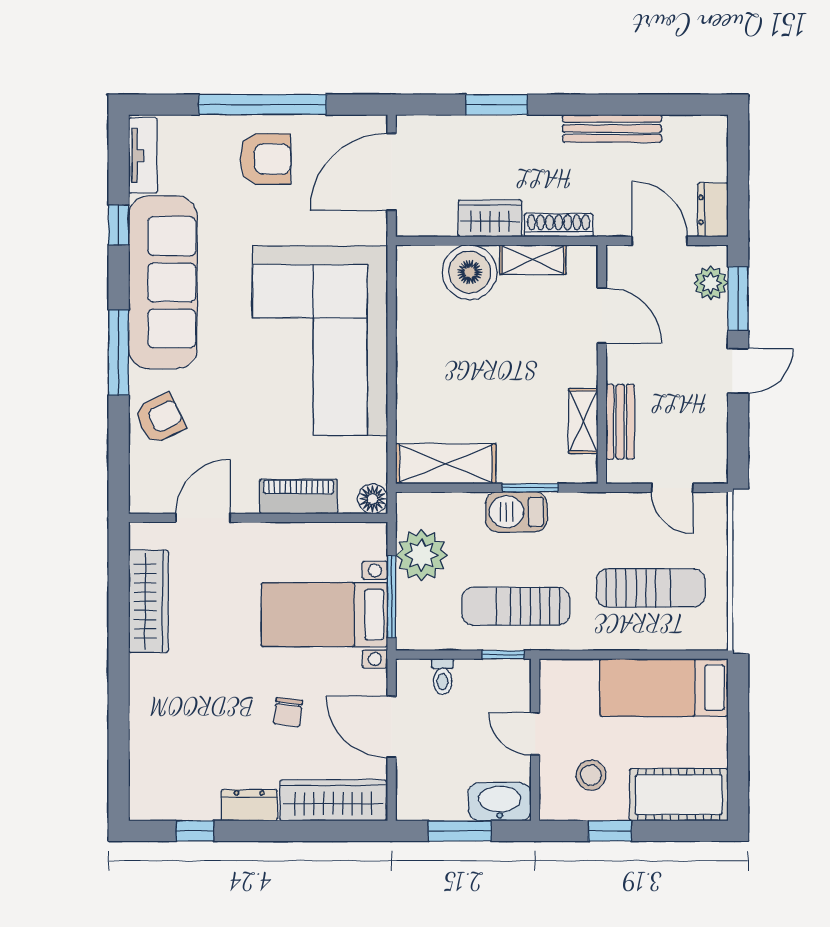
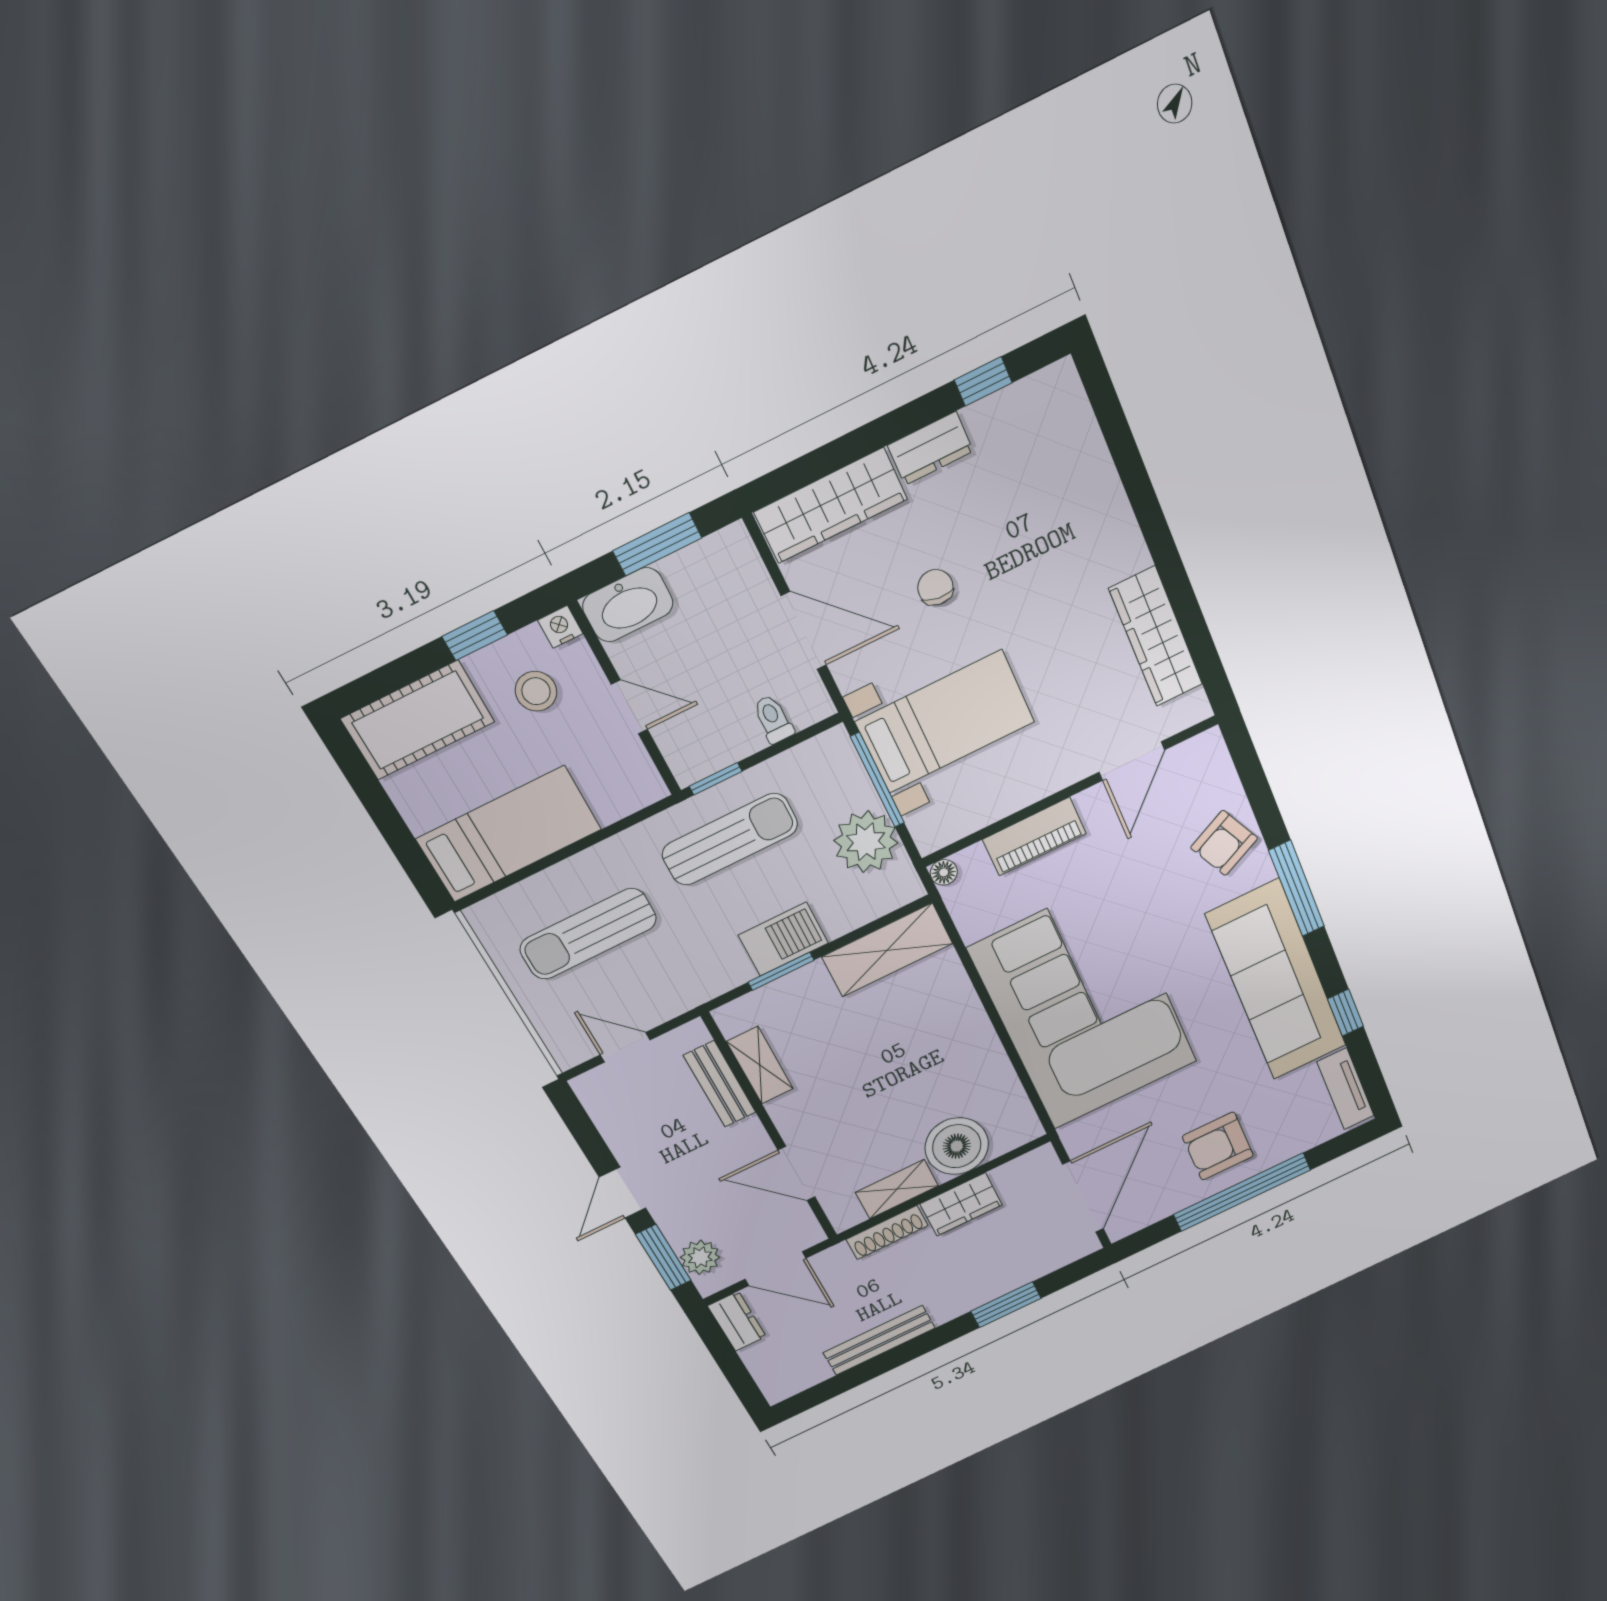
floor lamp: (373, 499) -> (944, 872), width x0.73, depth x0.73
nightstand: (551, 809) -> (560, 627), added

